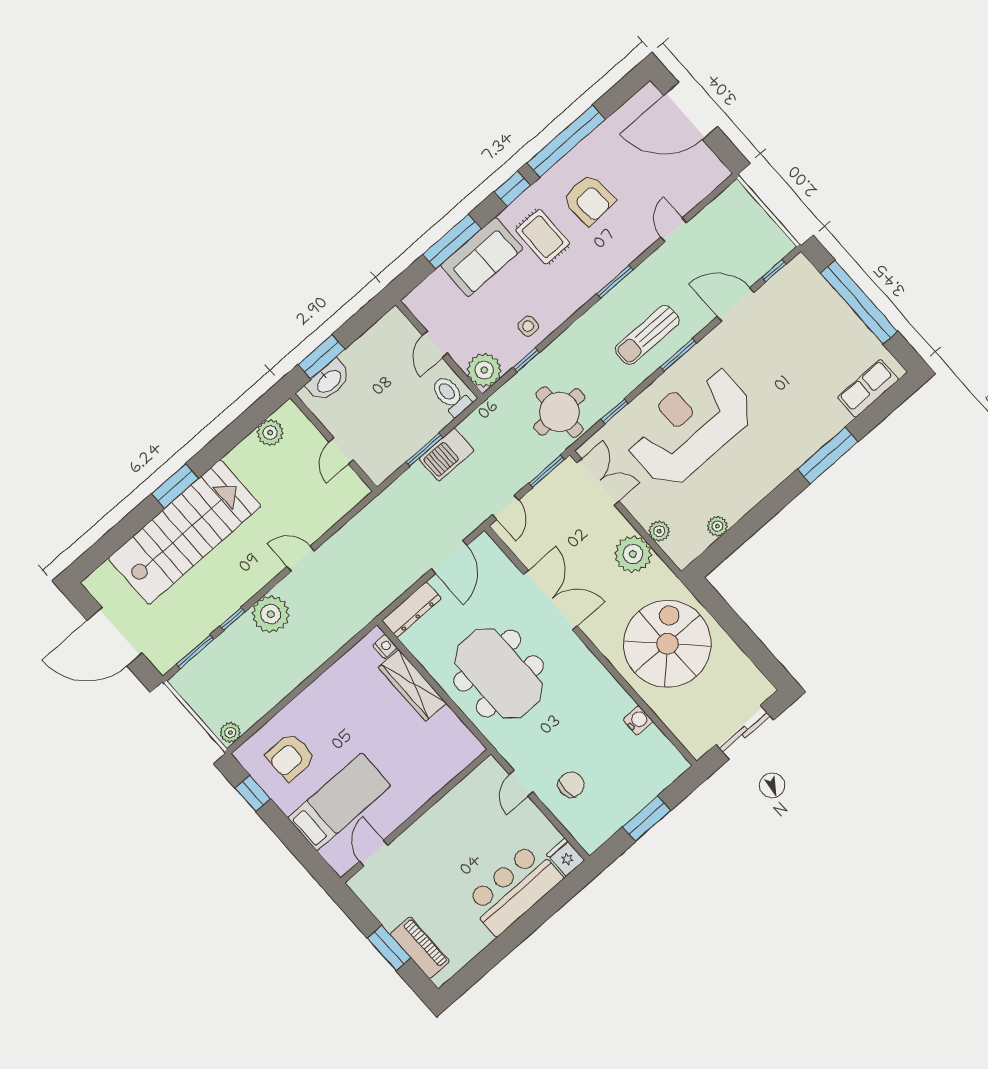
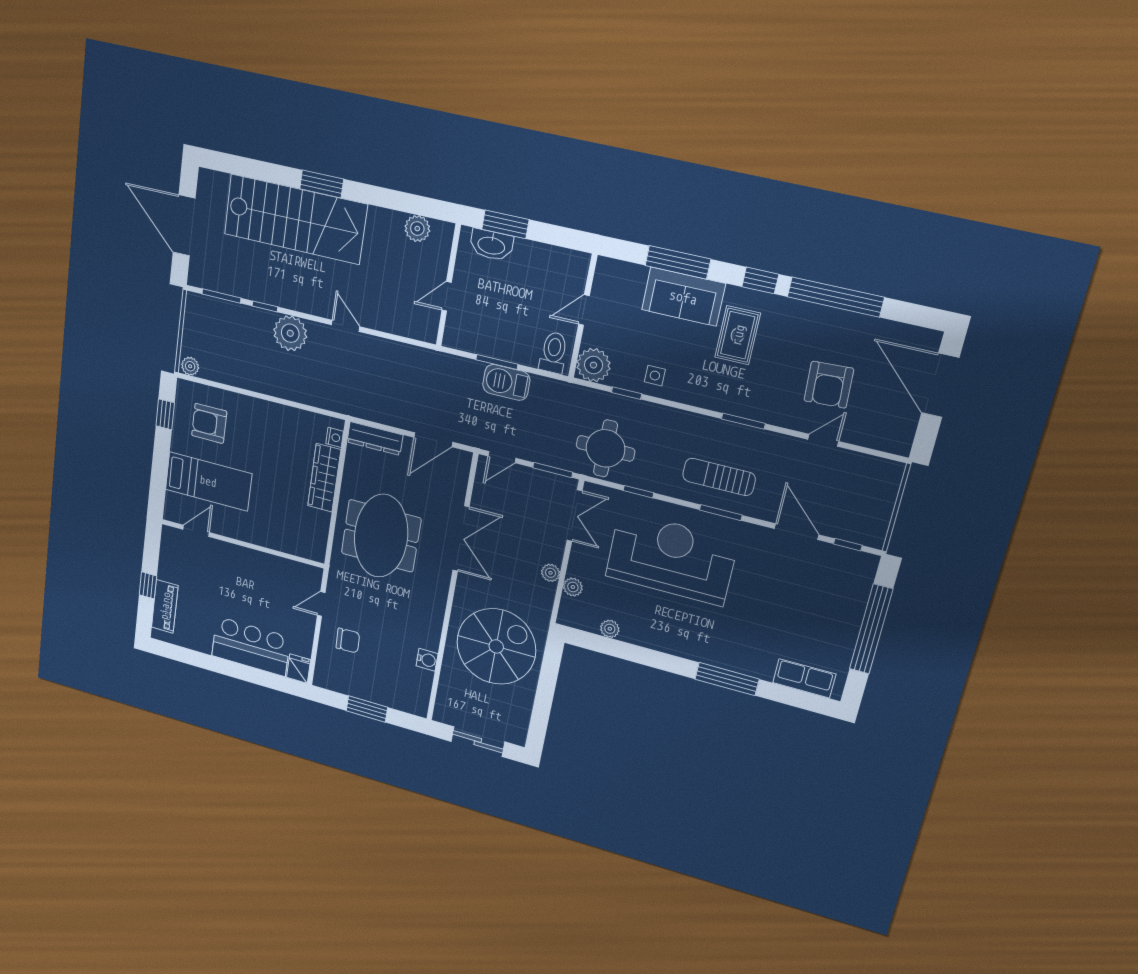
armchair: (589, 200) -> (829, 385), moved
plant: (633, 554) -> (551, 573), width x0.53, depth x0.53
window: (389, 948) -> (148, 585), width x0.67

